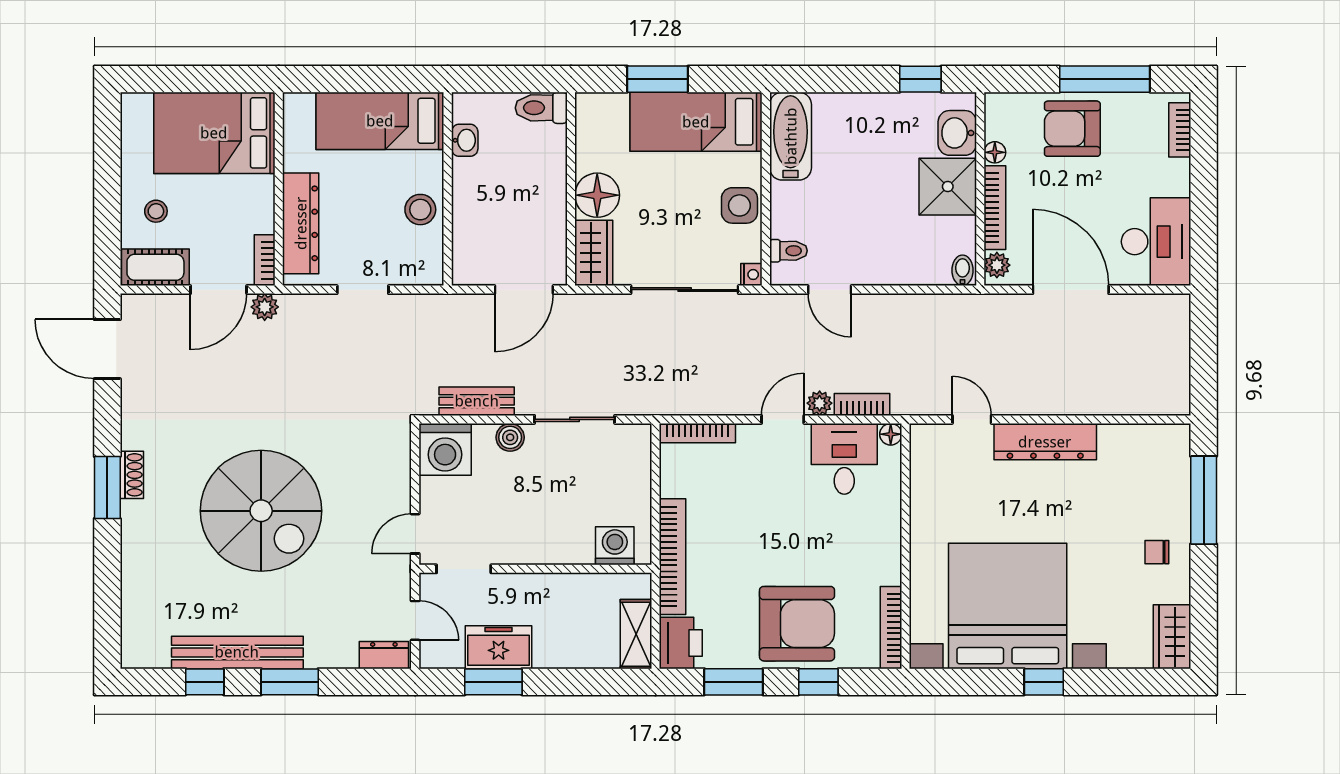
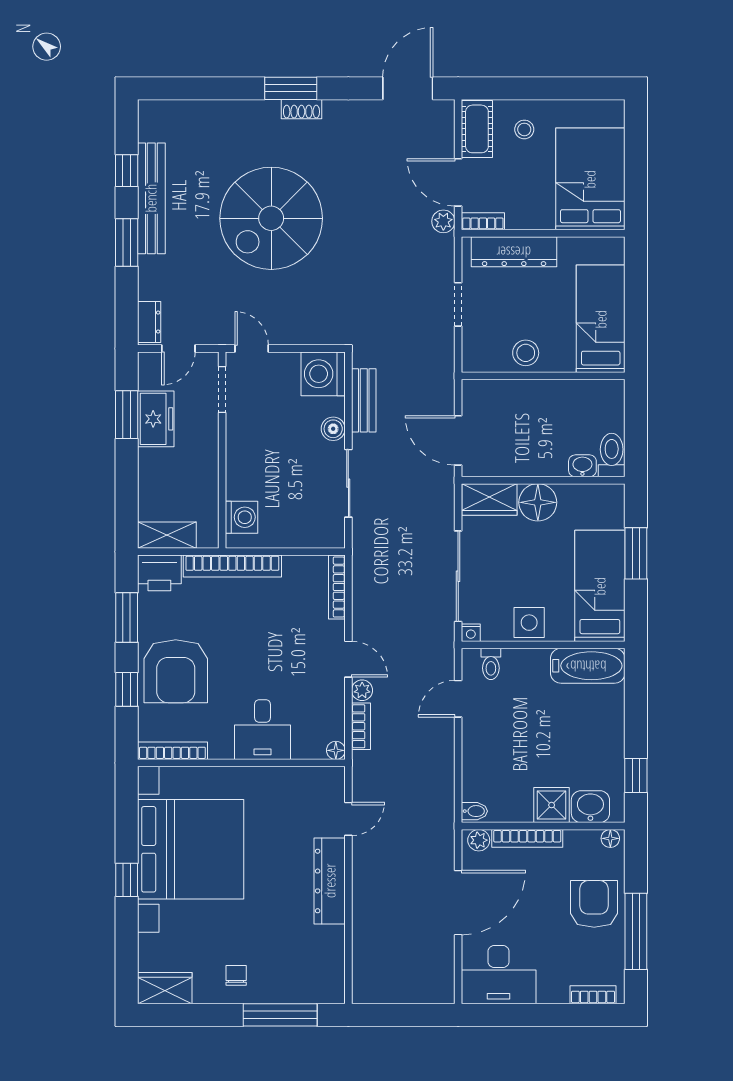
washbasin: (465, 140) -> (582, 466), moved, turned 180
floor lamp: (995, 152) -> (610, 838), moved
shower: (948, 187) -> (552, 805), width x0.73, depth x0.73
desk: (844, 459) -> (263, 730), moved, turned 90

